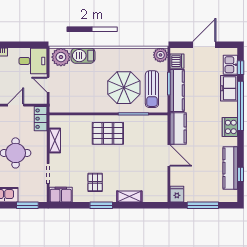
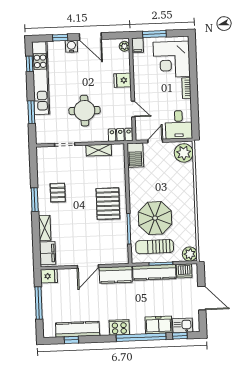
barbecue: (83, 56) -> (135, 155), moved, turned 180
pallet: (95, 182) -> (58, 193), turned 90
filing cabinet: (61, 195) -> (48, 253), moved
window: (27, 205) -> (31, 112), moved

